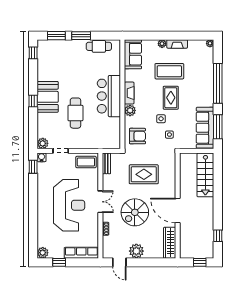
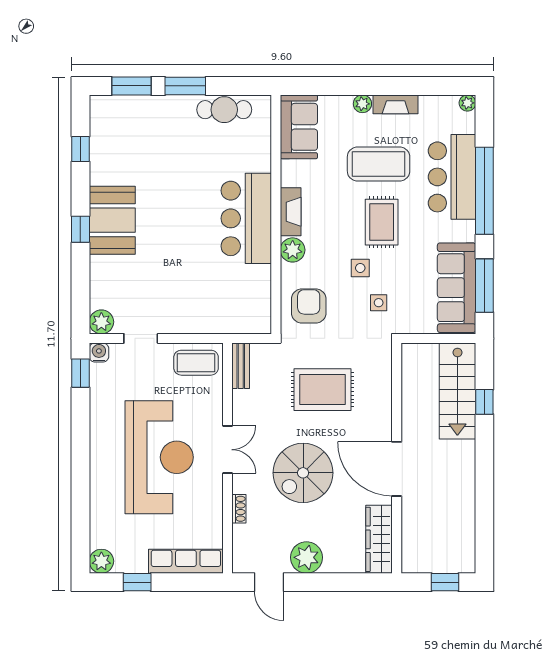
window: (33, 53) -> (80, 149), moved
bar counter: (203, 77) -> (452, 177), added
cafe table: (75, 113) -> (173, 256), removed
armchair: (137, 136) -> (309, 306), turned -90
window: (218, 236) -> (484, 402), moved

